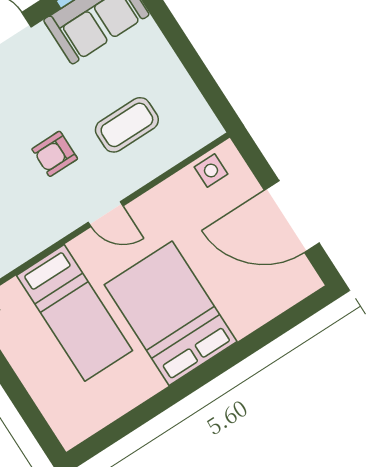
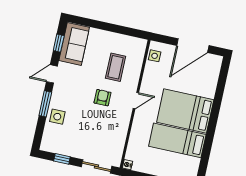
armchair: (55, 154) -> (102, 98), turned 180
bed: (74, 313) -> (177, 140), moved, turned 180

